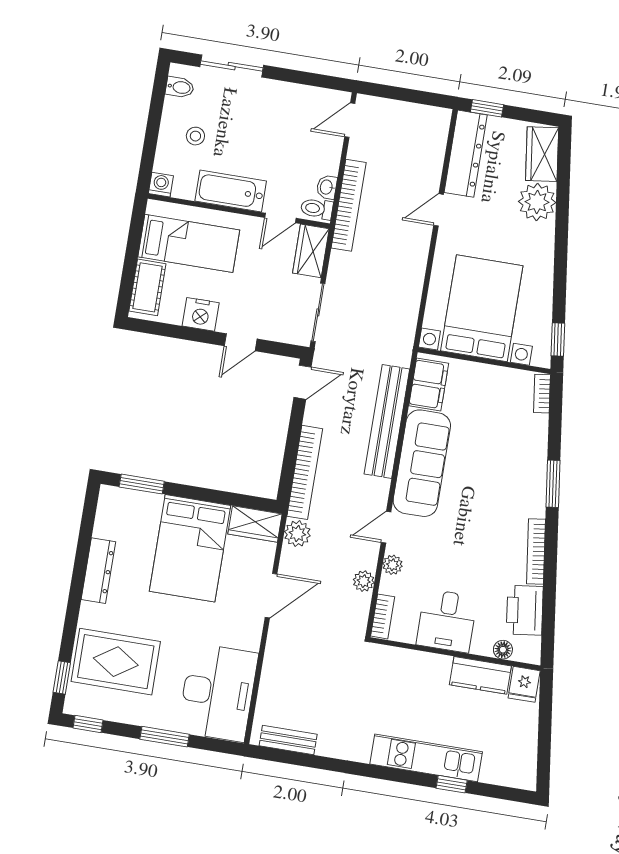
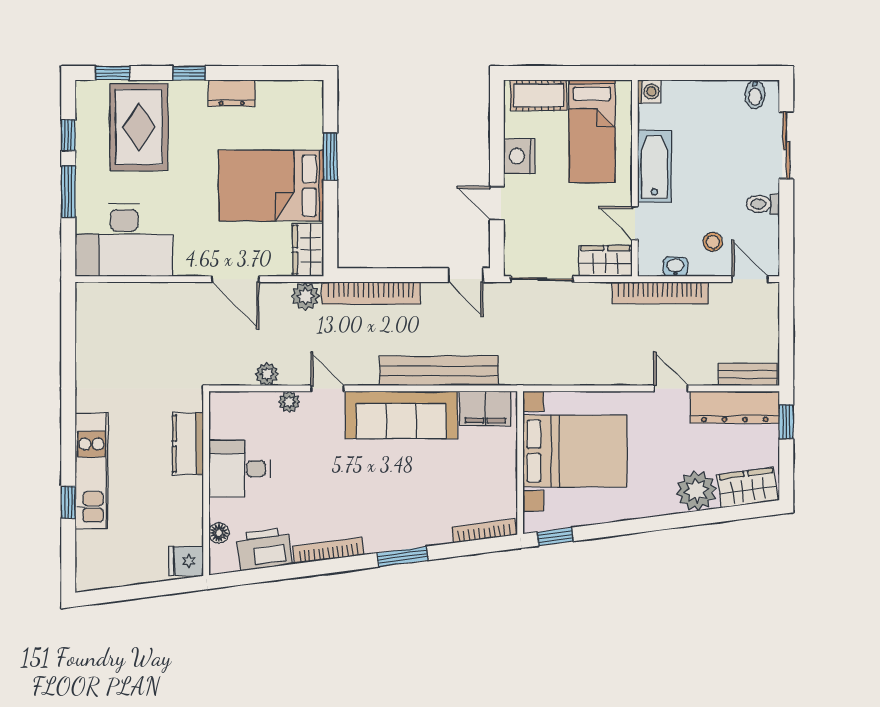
stool: (195, 136) -> (713, 242), moved
toilet: (317, 209) -> (763, 204), moved, turned -90
bookcase: (542, 394) -> (484, 531), width x1.56
window: (142, 484) -> (330, 157), moved
dresser: (98, 571) -> (232, 93), width x0.70
window: (73, 607) -> (189, 73), added
bookcase: (383, 616) -> (233, 400), removed
kitchen counter: (480, 675) -> (188, 444), moved
window: (88, 724) -> (68, 135), moved
bench: (288, 740) -> (748, 374), moved, turned 90

